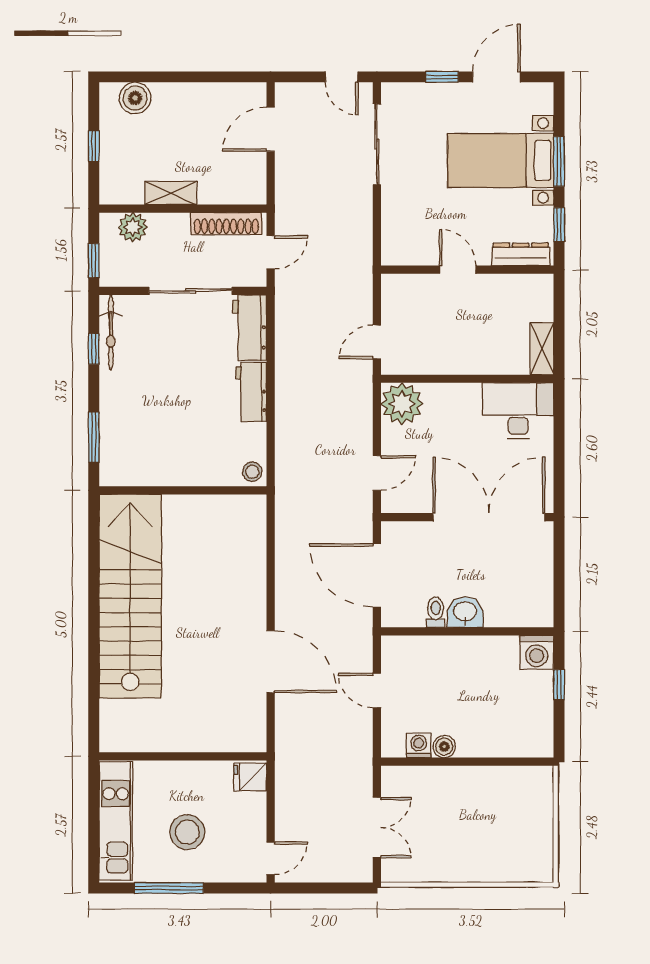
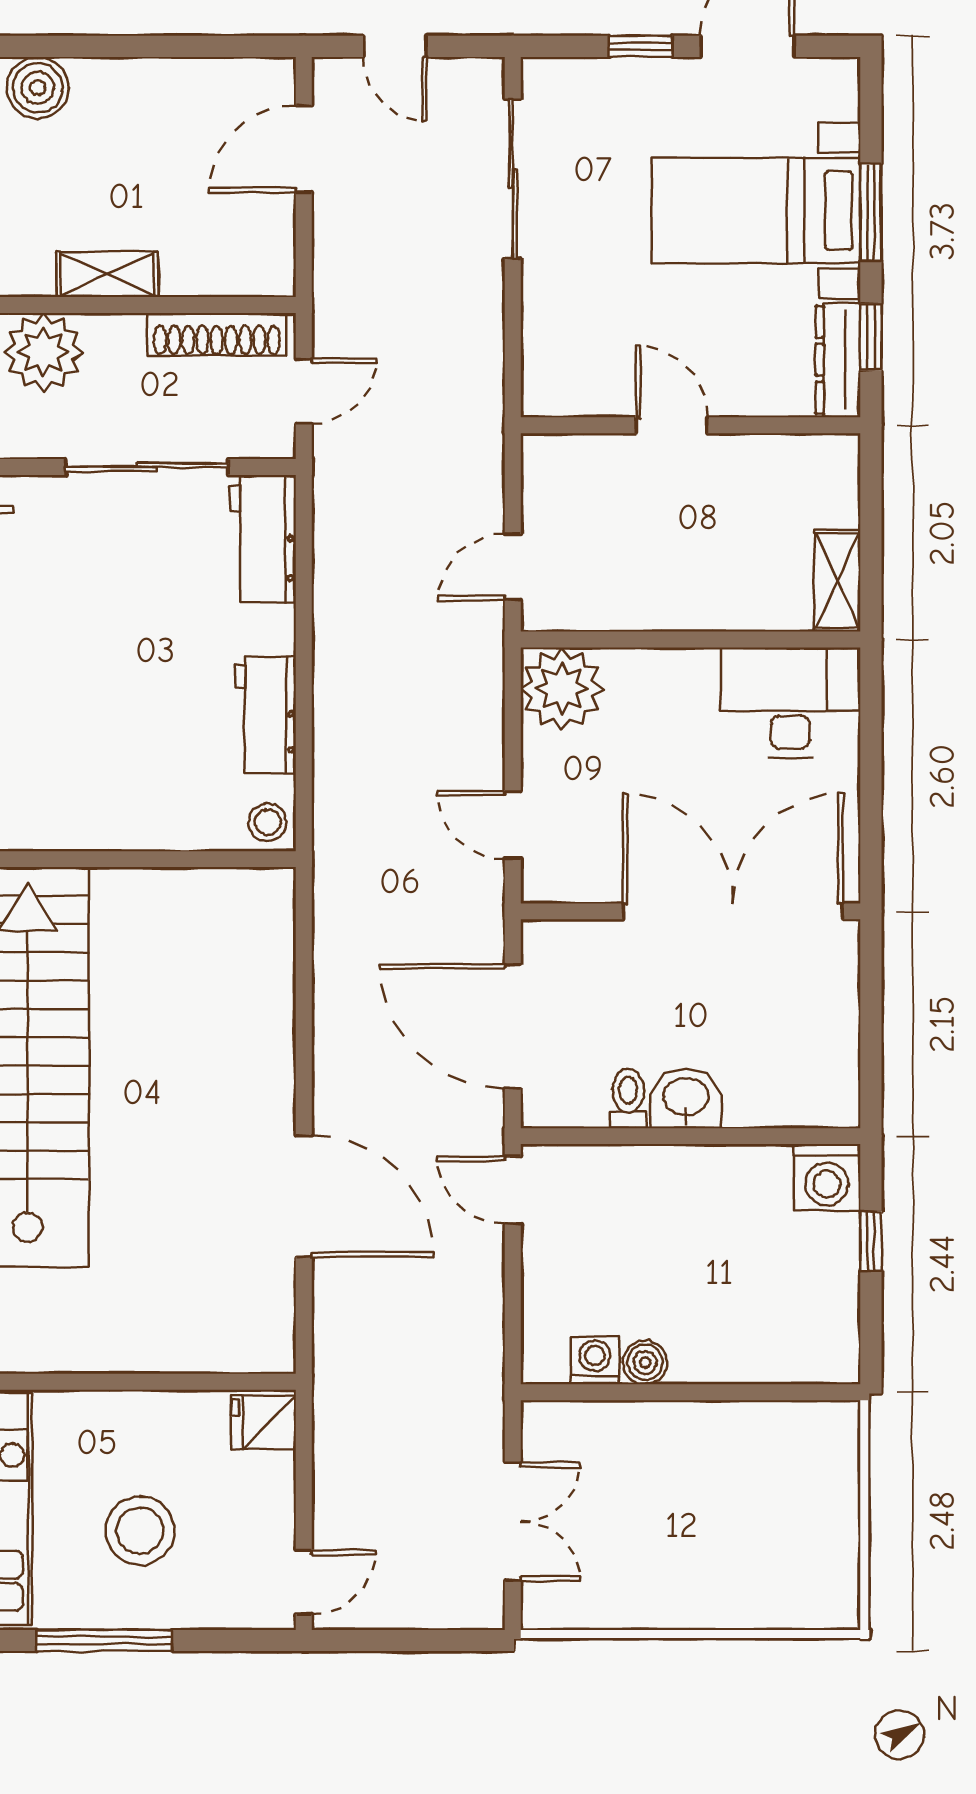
door: (342, 77) -> (395, 46), moved
plant: (133, 227) -> (43, 352), width x1.36, depth x1.36
dresser: (521, 254) -> (838, 360), moved, turned -90
workbench: (251, 392) -> (266, 714), moved
door: (377, 473) -> (513, 825), swing flipped
door: (377, 690) -> (513, 1190), moved

